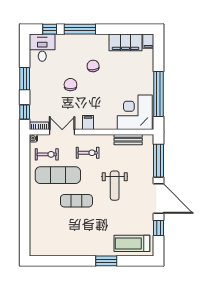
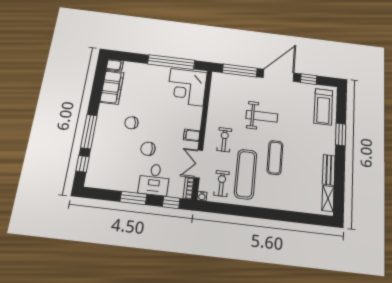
desk: (42, 48) -> (154, 179), moved, turned -90
bench: (128, 140) -> (329, 170), moved
shelving: (45, 251) -> (328, 198), added

